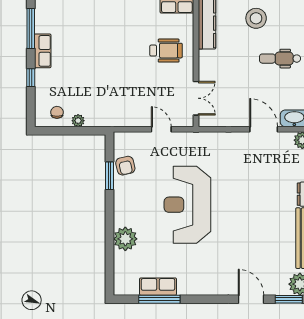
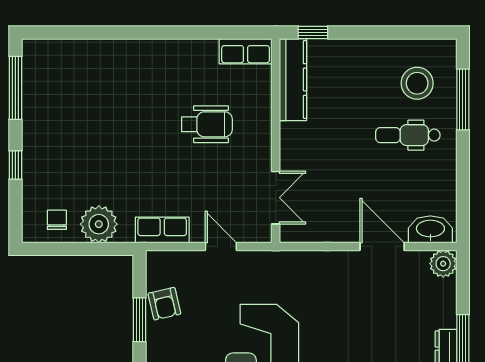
stool: (256, 18) -> (417, 83), moved
row of seats: (43, 51) -> (162, 230), moved, turned -90
wheelchair: (166, 51) -> (207, 124), moved
plant: (78, 121) -> (99, 224), width x1.88, depth x1.88

